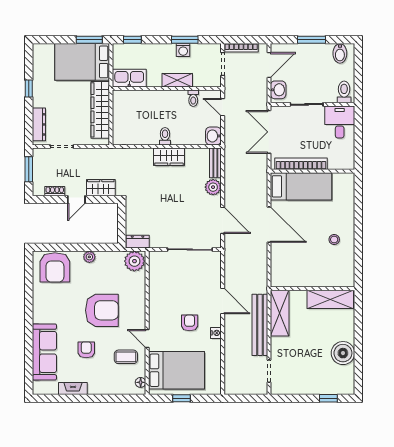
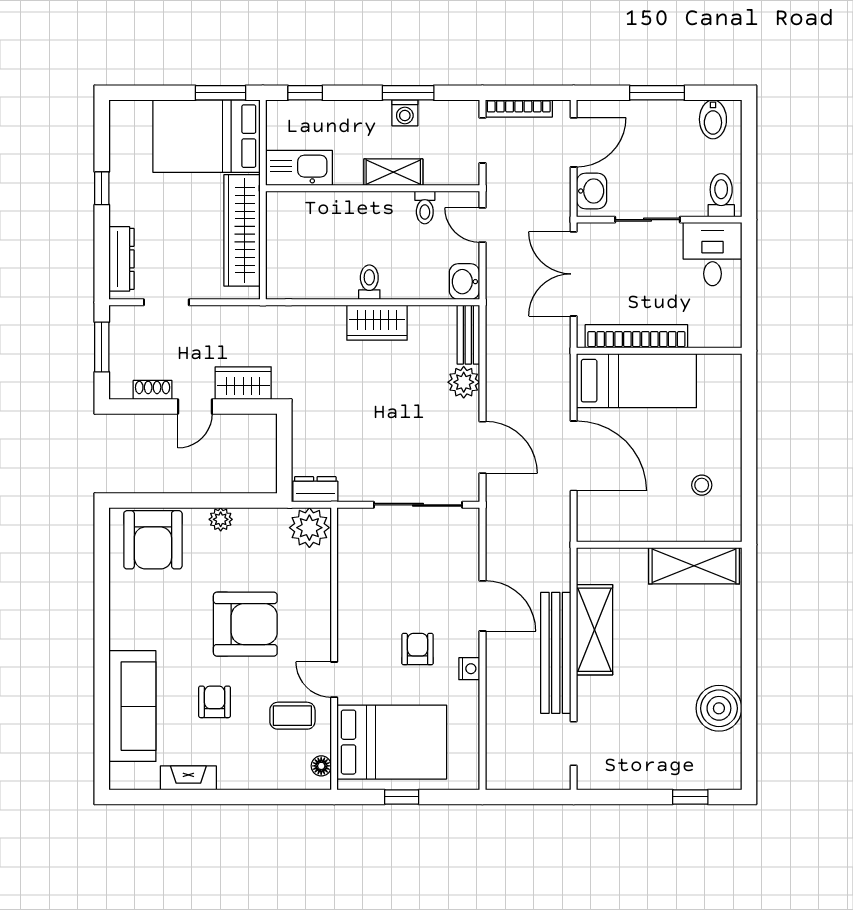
wall: (313, 289) -> (659, 545), moved
shelving: (330, 299) -> (694, 566), moved

